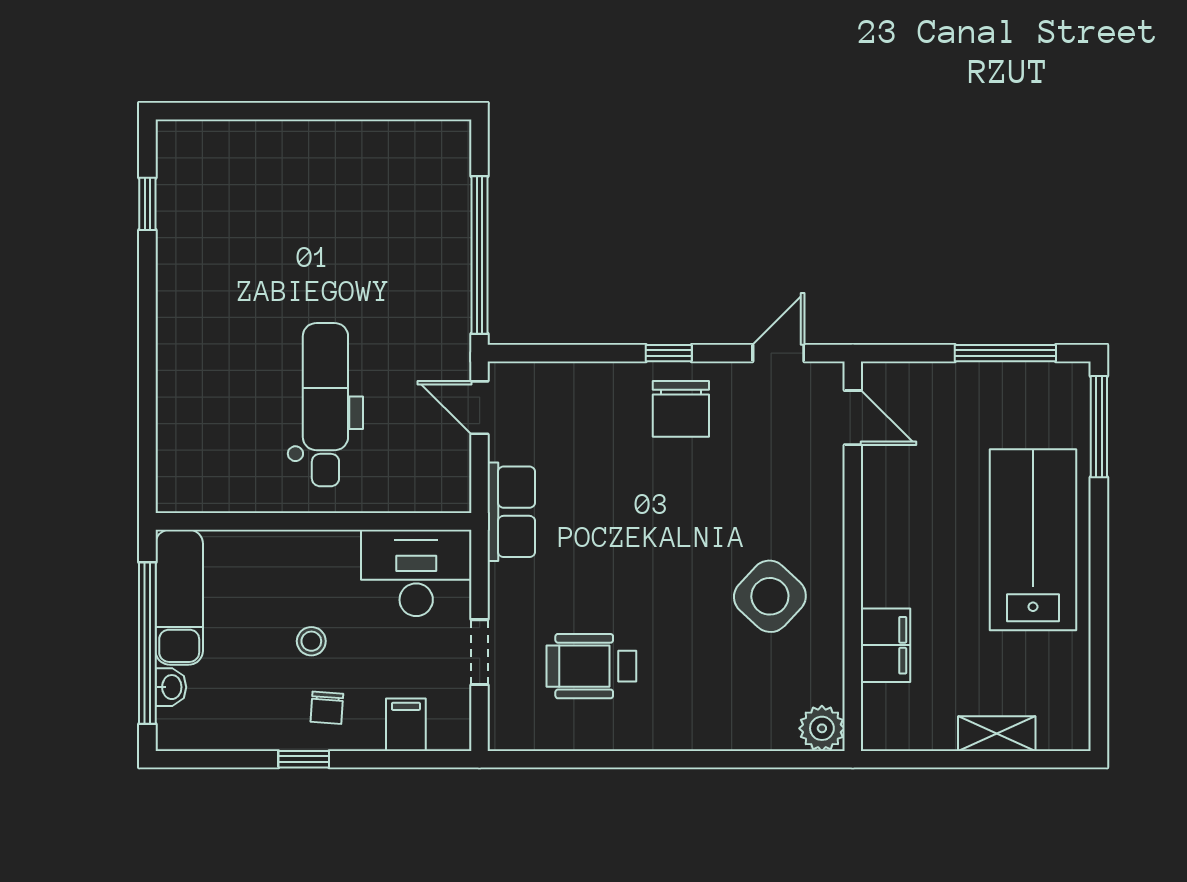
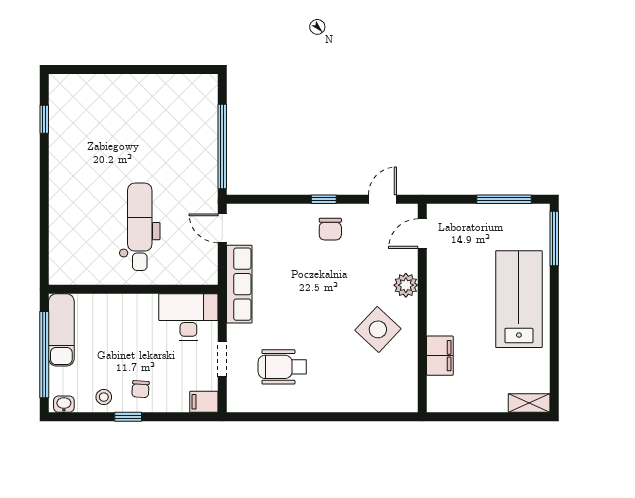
chair: (681, 409) -> (330, 229), width x0.73, depth x0.73
door: (853, 418) -> (422, 234), swing flipped
row of seats: (511, 512) -> (239, 284), width x1.48
stool: (311, 641) -> (104, 397), moved
washbasin: (171, 687) -> (64, 404), moved, turned -90
filing cabinet: (406, 725) -> (204, 402), moved, turned -90
plant: (822, 728) -> (406, 285), moved
shelving: (997, 734) -> (529, 403), moved

